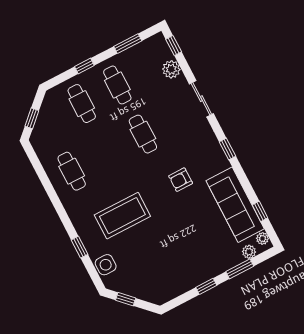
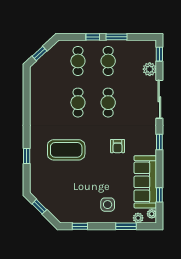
window: (128, 44) -> (117, 37), moved
sliding door: (201, 99) -> (159, 99), width x1.37
cafe table: (72, 171) -> (78, 103), moved
armchair: (181, 180) -> (117, 146), turned -90
side table: (106, 265) -> (108, 205), moved
window: (206, 286) -> (80, 226), moved

